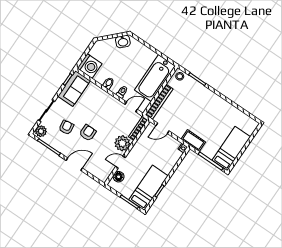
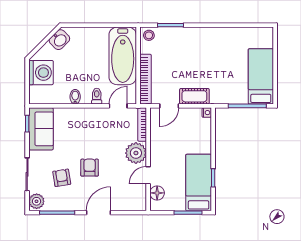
washing machine: (90, 66) -> (41, 73), moved
cot: (193, 141) -> (194, 96), moved

